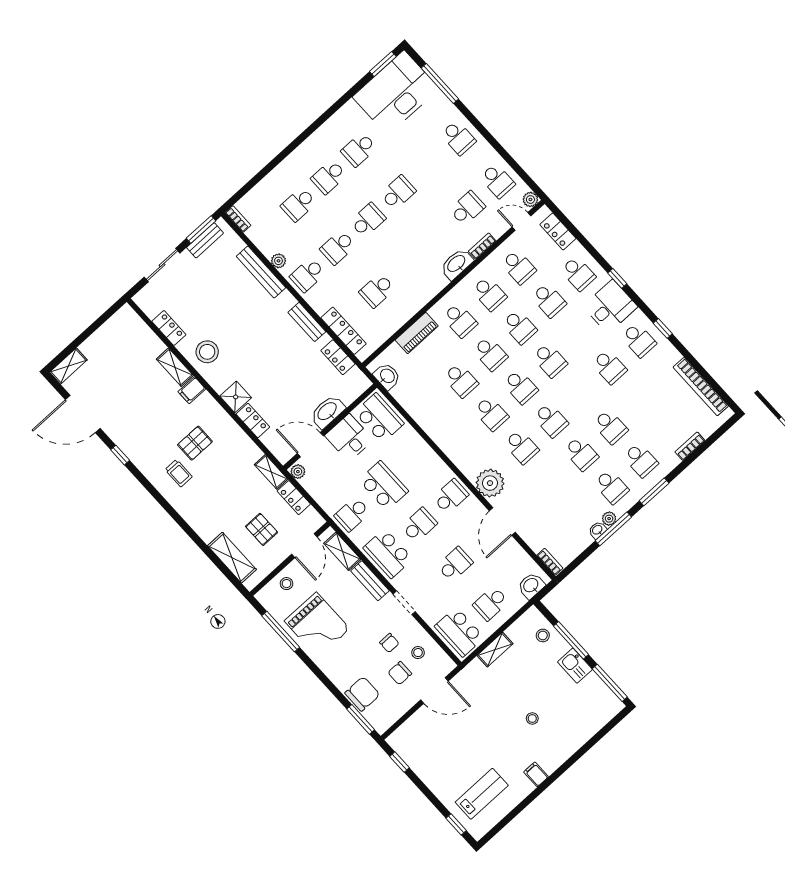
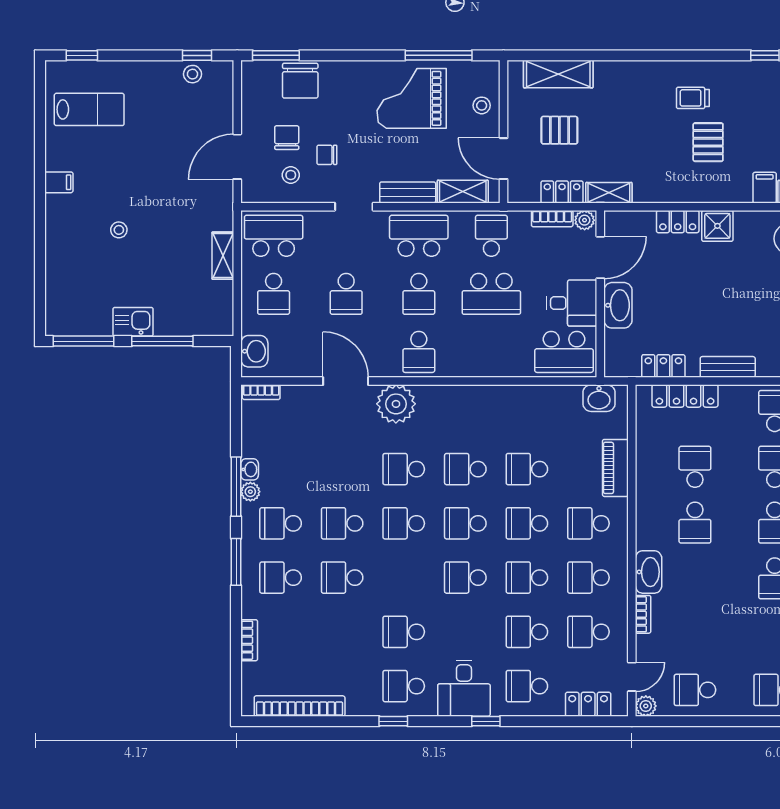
school desk: (467, 208) -> (695, 523), moved
bookcase: (313, 490) -> (552, 219), added
school desk: (491, 603) -> (274, 294), turned 180
stool: (543, 635) -> (193, 74), moved
lab bench: (482, 794) -> (89, 109), turned -90

